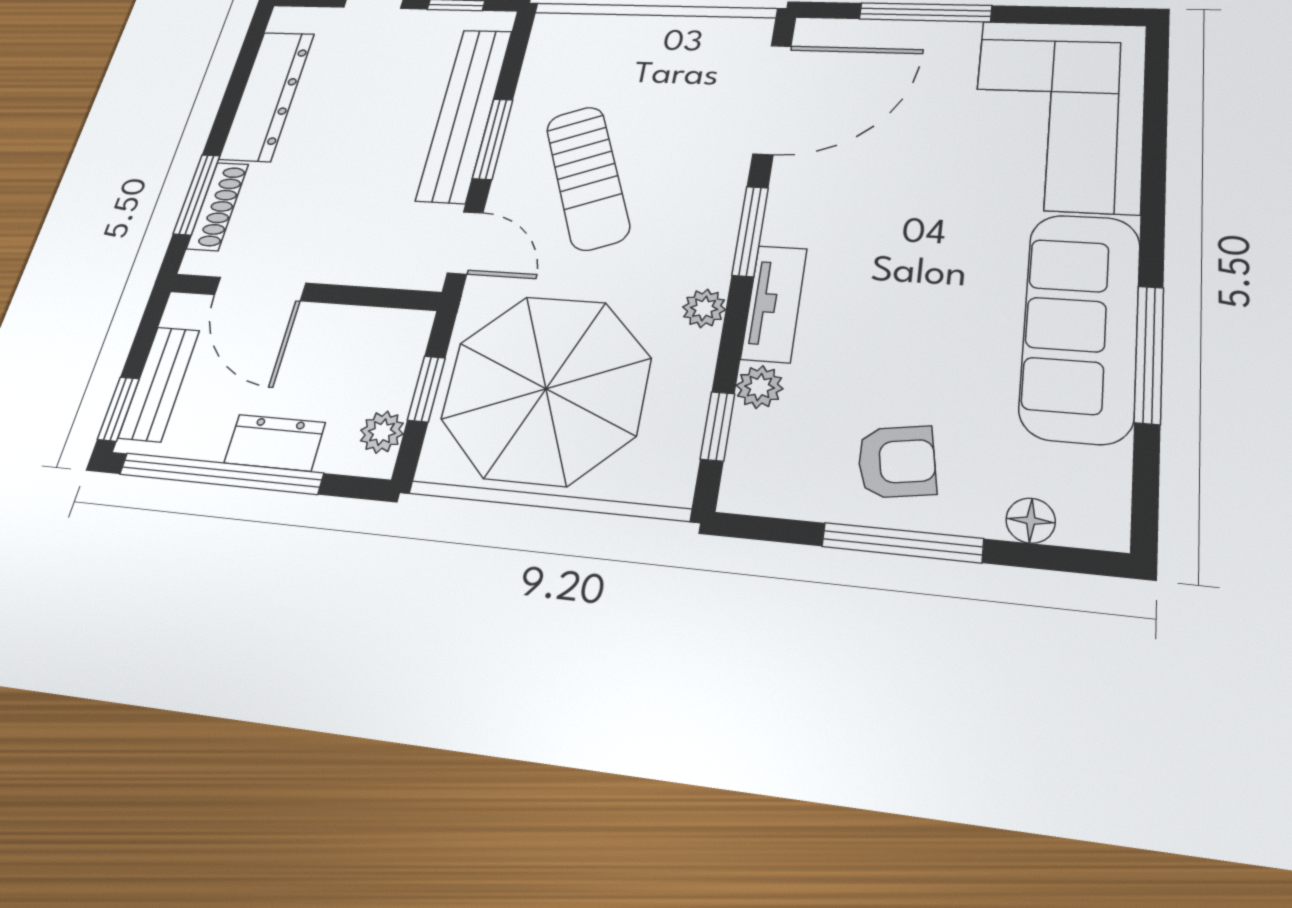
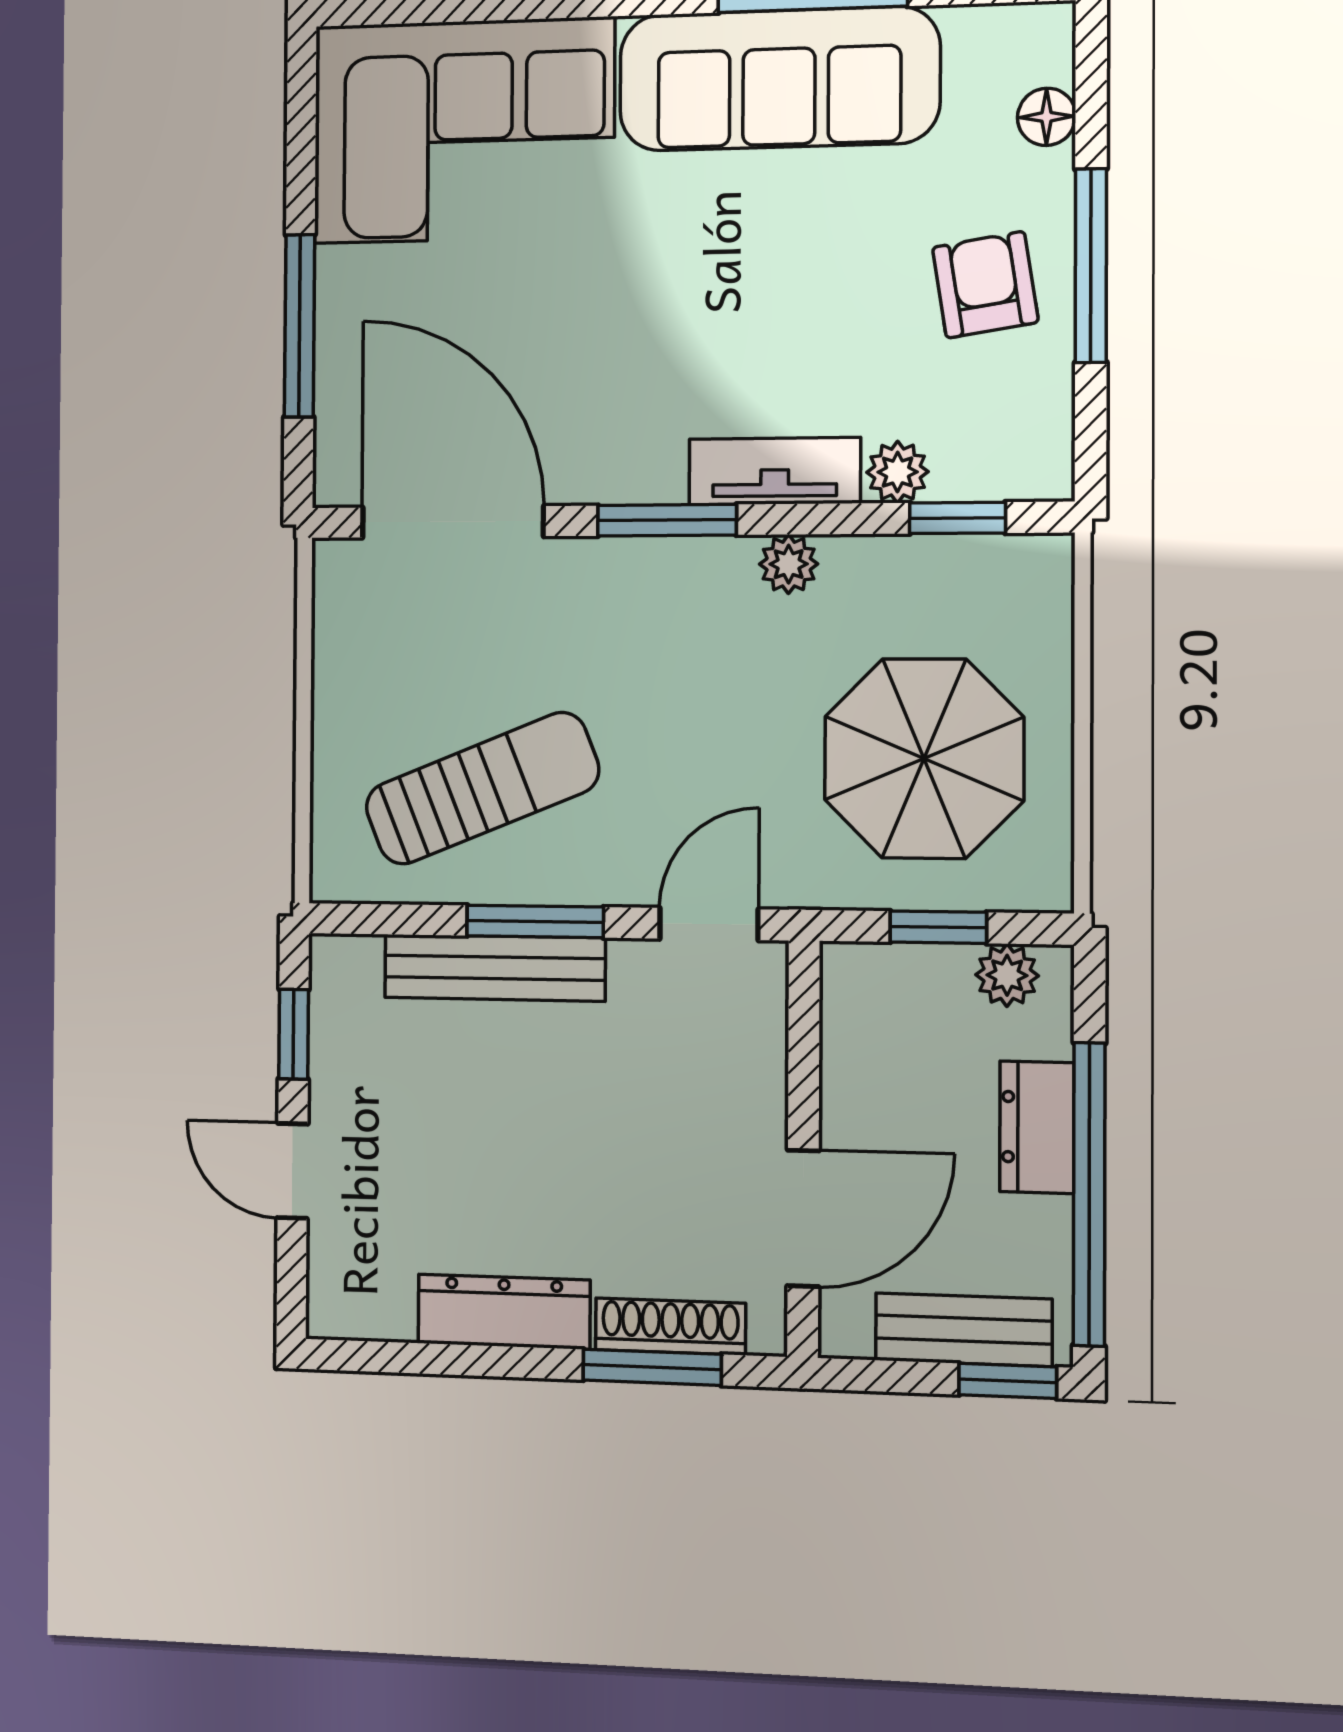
dresser: (267, 96) -> (504, 1312), width x0.73, depth x0.80
bench: (465, 114) -> (495, 968), width x0.73, depth x0.82
sun lounger: (588, 177) -> (482, 788), moved
parasol: (546, 389) -> (924, 759), width x0.73, depth x0.73

